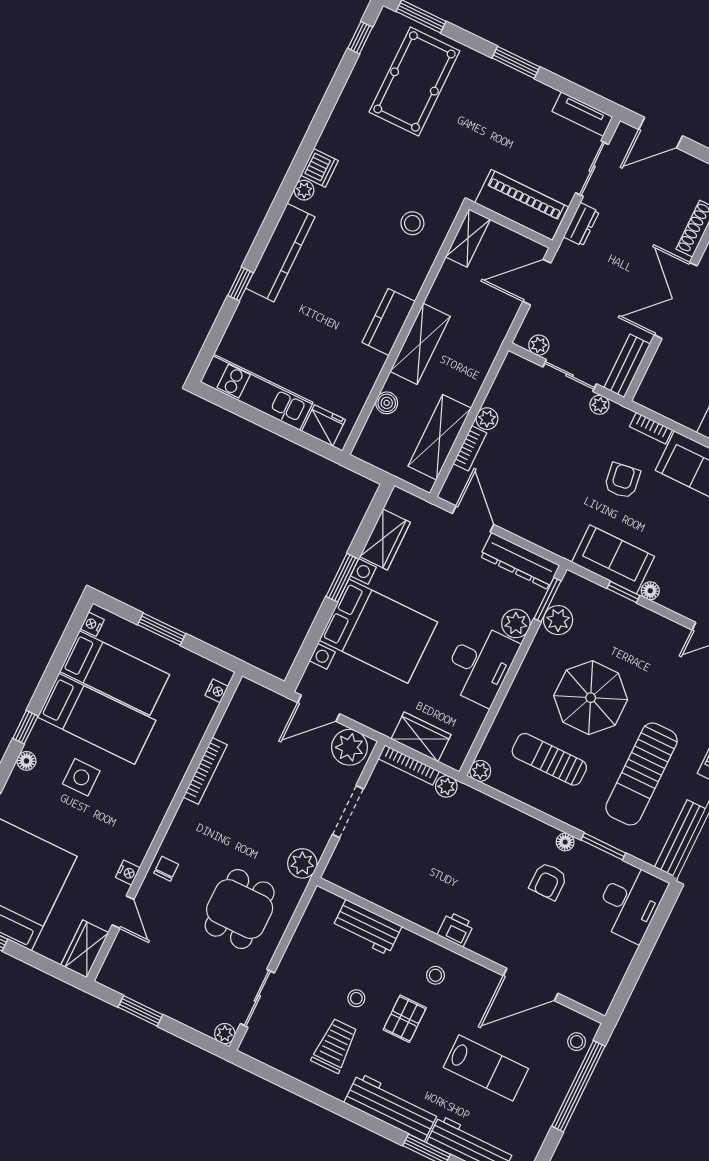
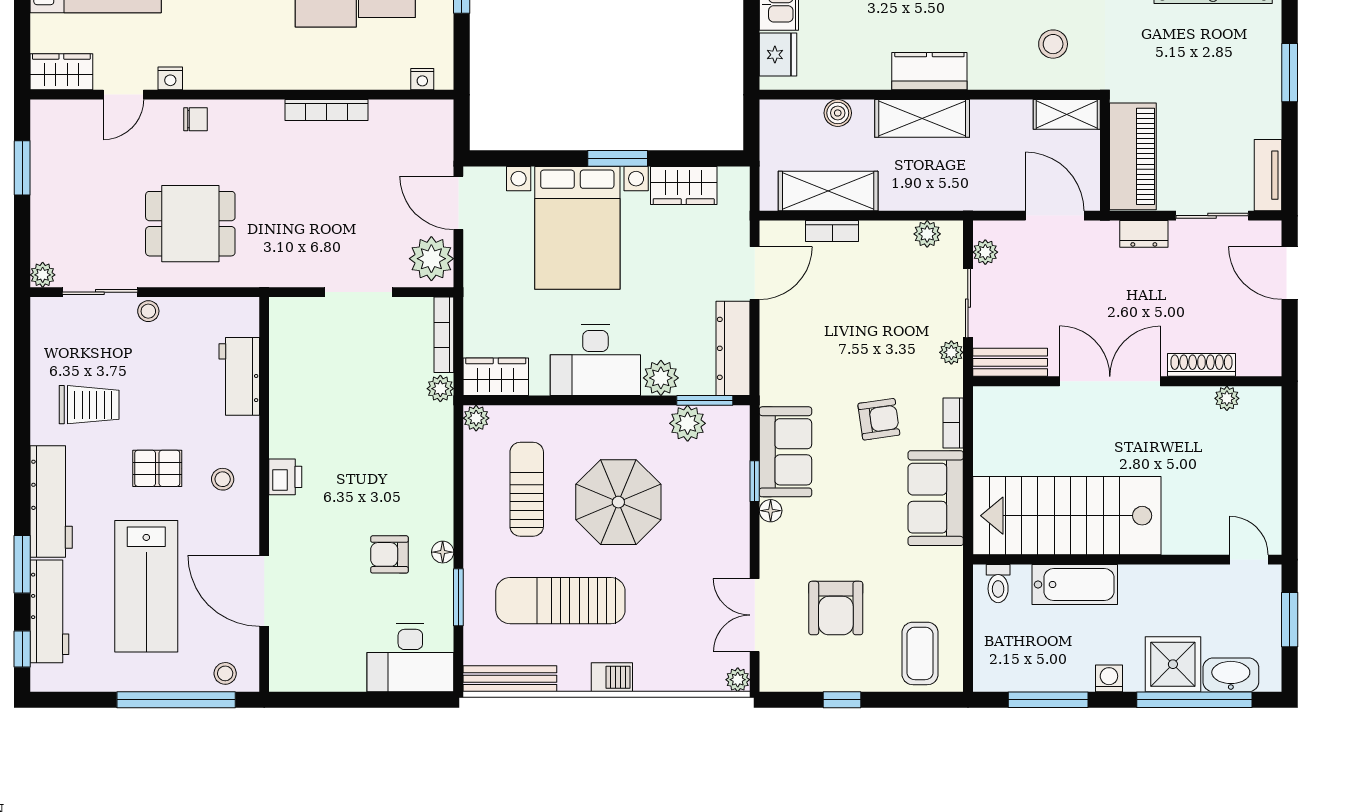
plant: (487, 419) -> (927, 234), moved
wardrobe: (421, 737) -> (496, 377), moved, turned -90
plant: (302, 863) -> (276, 269), removed
stool: (356, 998) -> (148, 311), moved
lab bench: (486, 1068) -> (146, 586), width x1.36, depth x1.39

